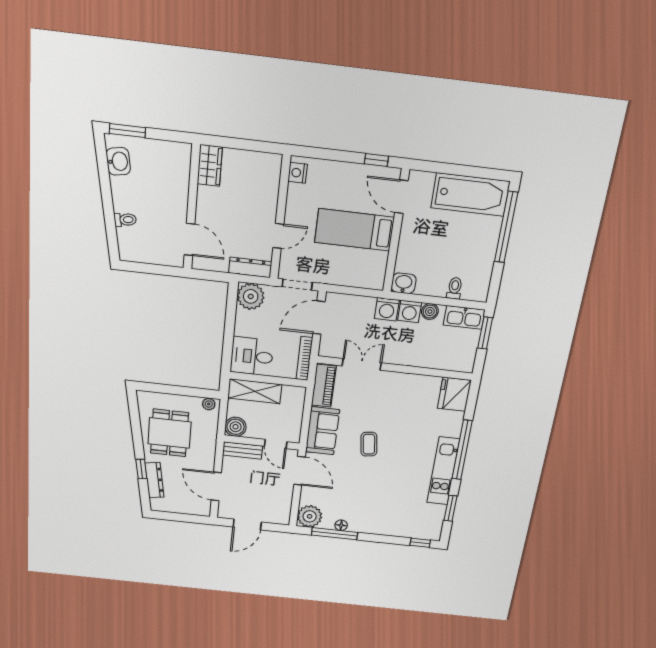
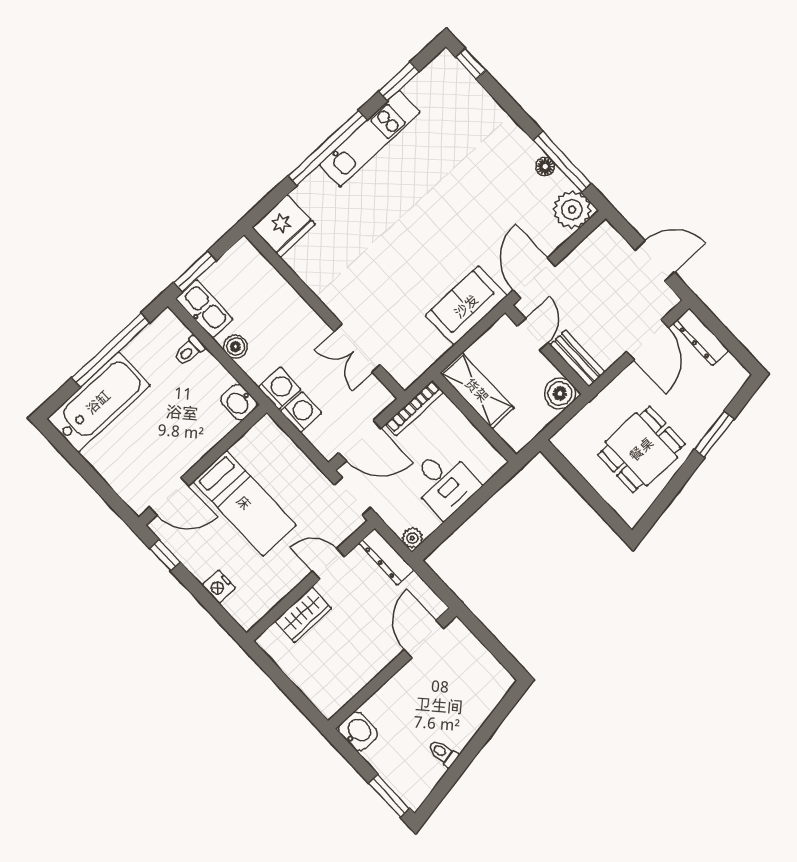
washbasin: (118, 161) -> (358, 731), moved, turned 99
wardrobe: (210, 166) -> (303, 615), moved, turned 180
nightstand: (298, 173) -> (219, 587), moved, turned 90
bathtub: (470, 195) -> (98, 402), moved, turned 90
door: (401, 197) -> (169, 496), hinge flipped
toilet: (125, 220) -> (443, 753), moved
window: (506, 227) -> (111, 350), moved
plant: (251, 296) -> (412, 538), width x0.53, depth x0.53
washing machine: (410, 311) -> (301, 412), moved
desk: (252, 356) -> (444, 483), moved
piano: (324, 386) -> (420, 358), removed
shelving: (255, 391) -> (477, 390), moved
plant: (209, 404) -> (566, 445), removed
coffee table: (369, 444) -> (427, 245), removed
window: (141, 469) -> (714, 434), width x1.50
dresser: (154, 480) -> (701, 337), moved, turned -81

